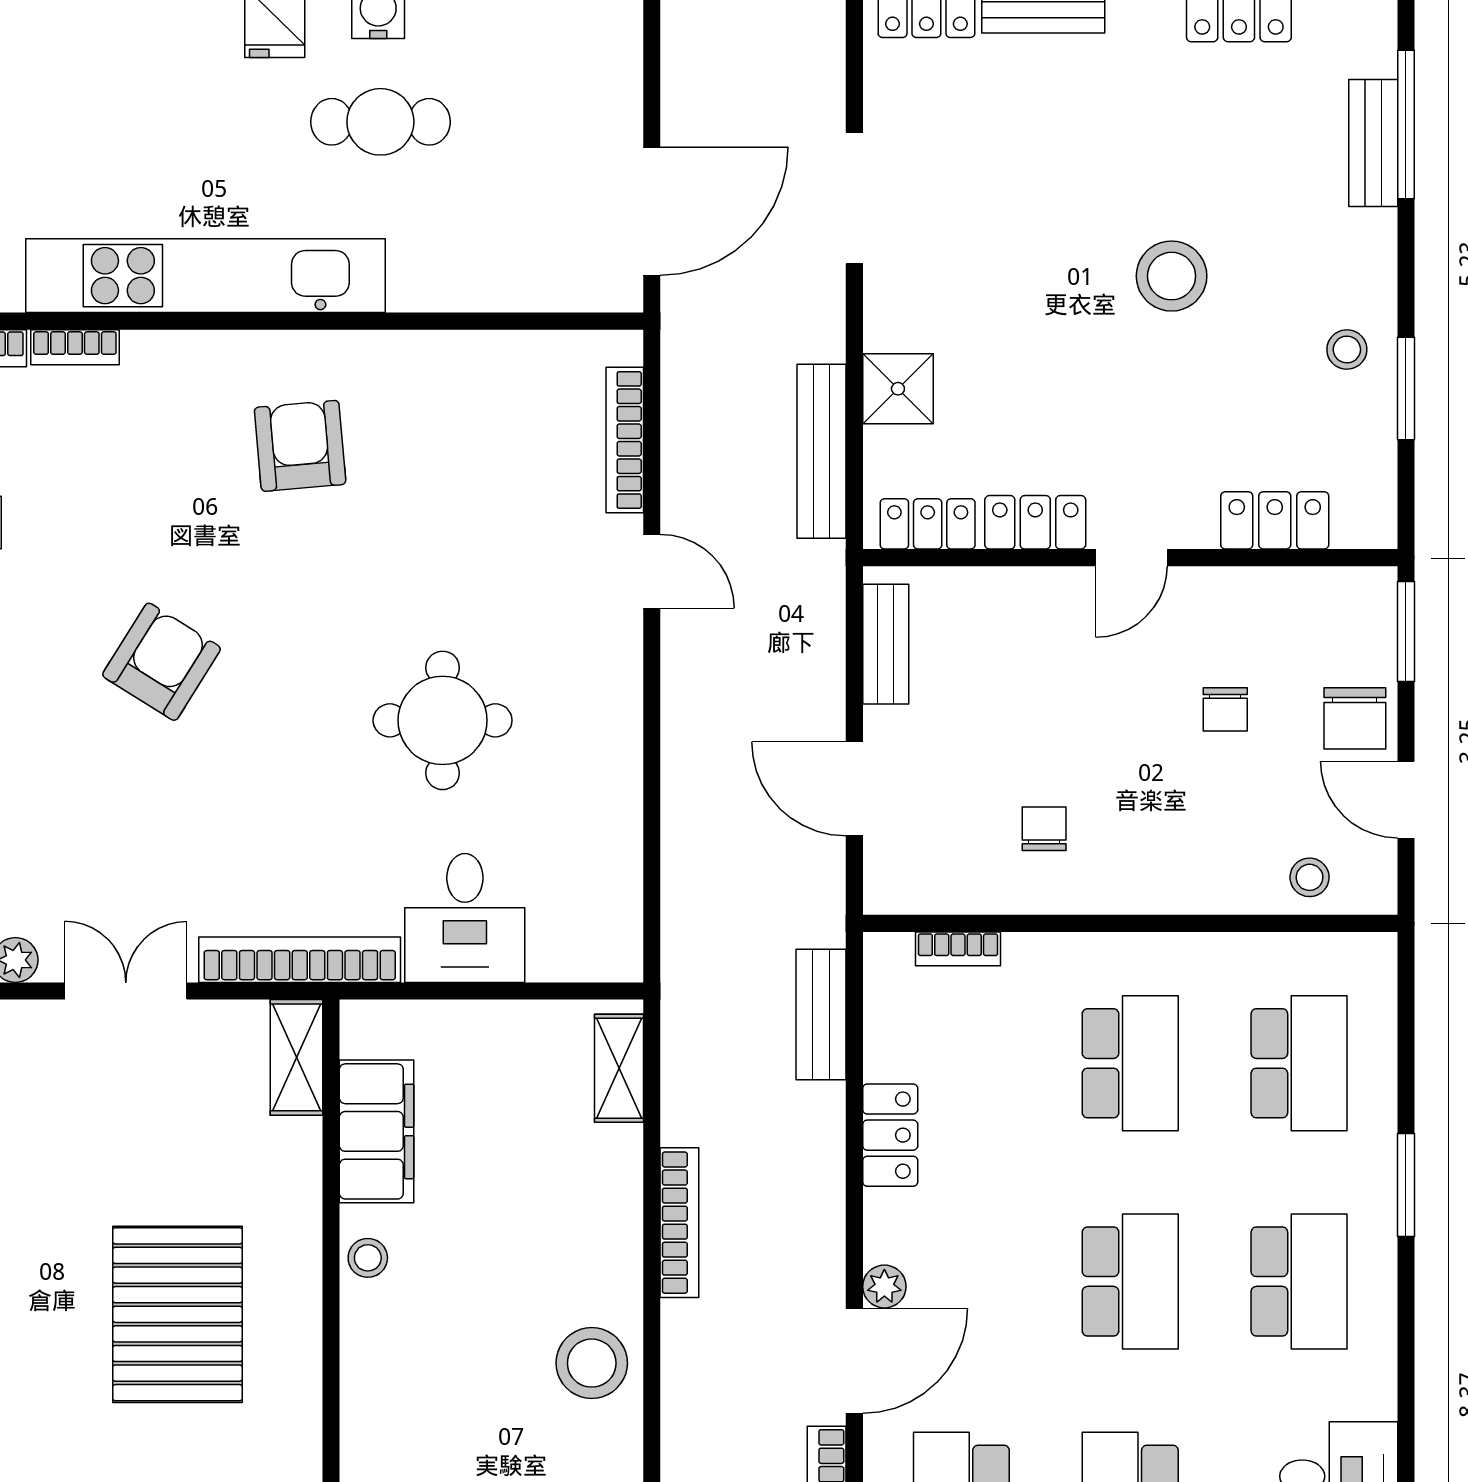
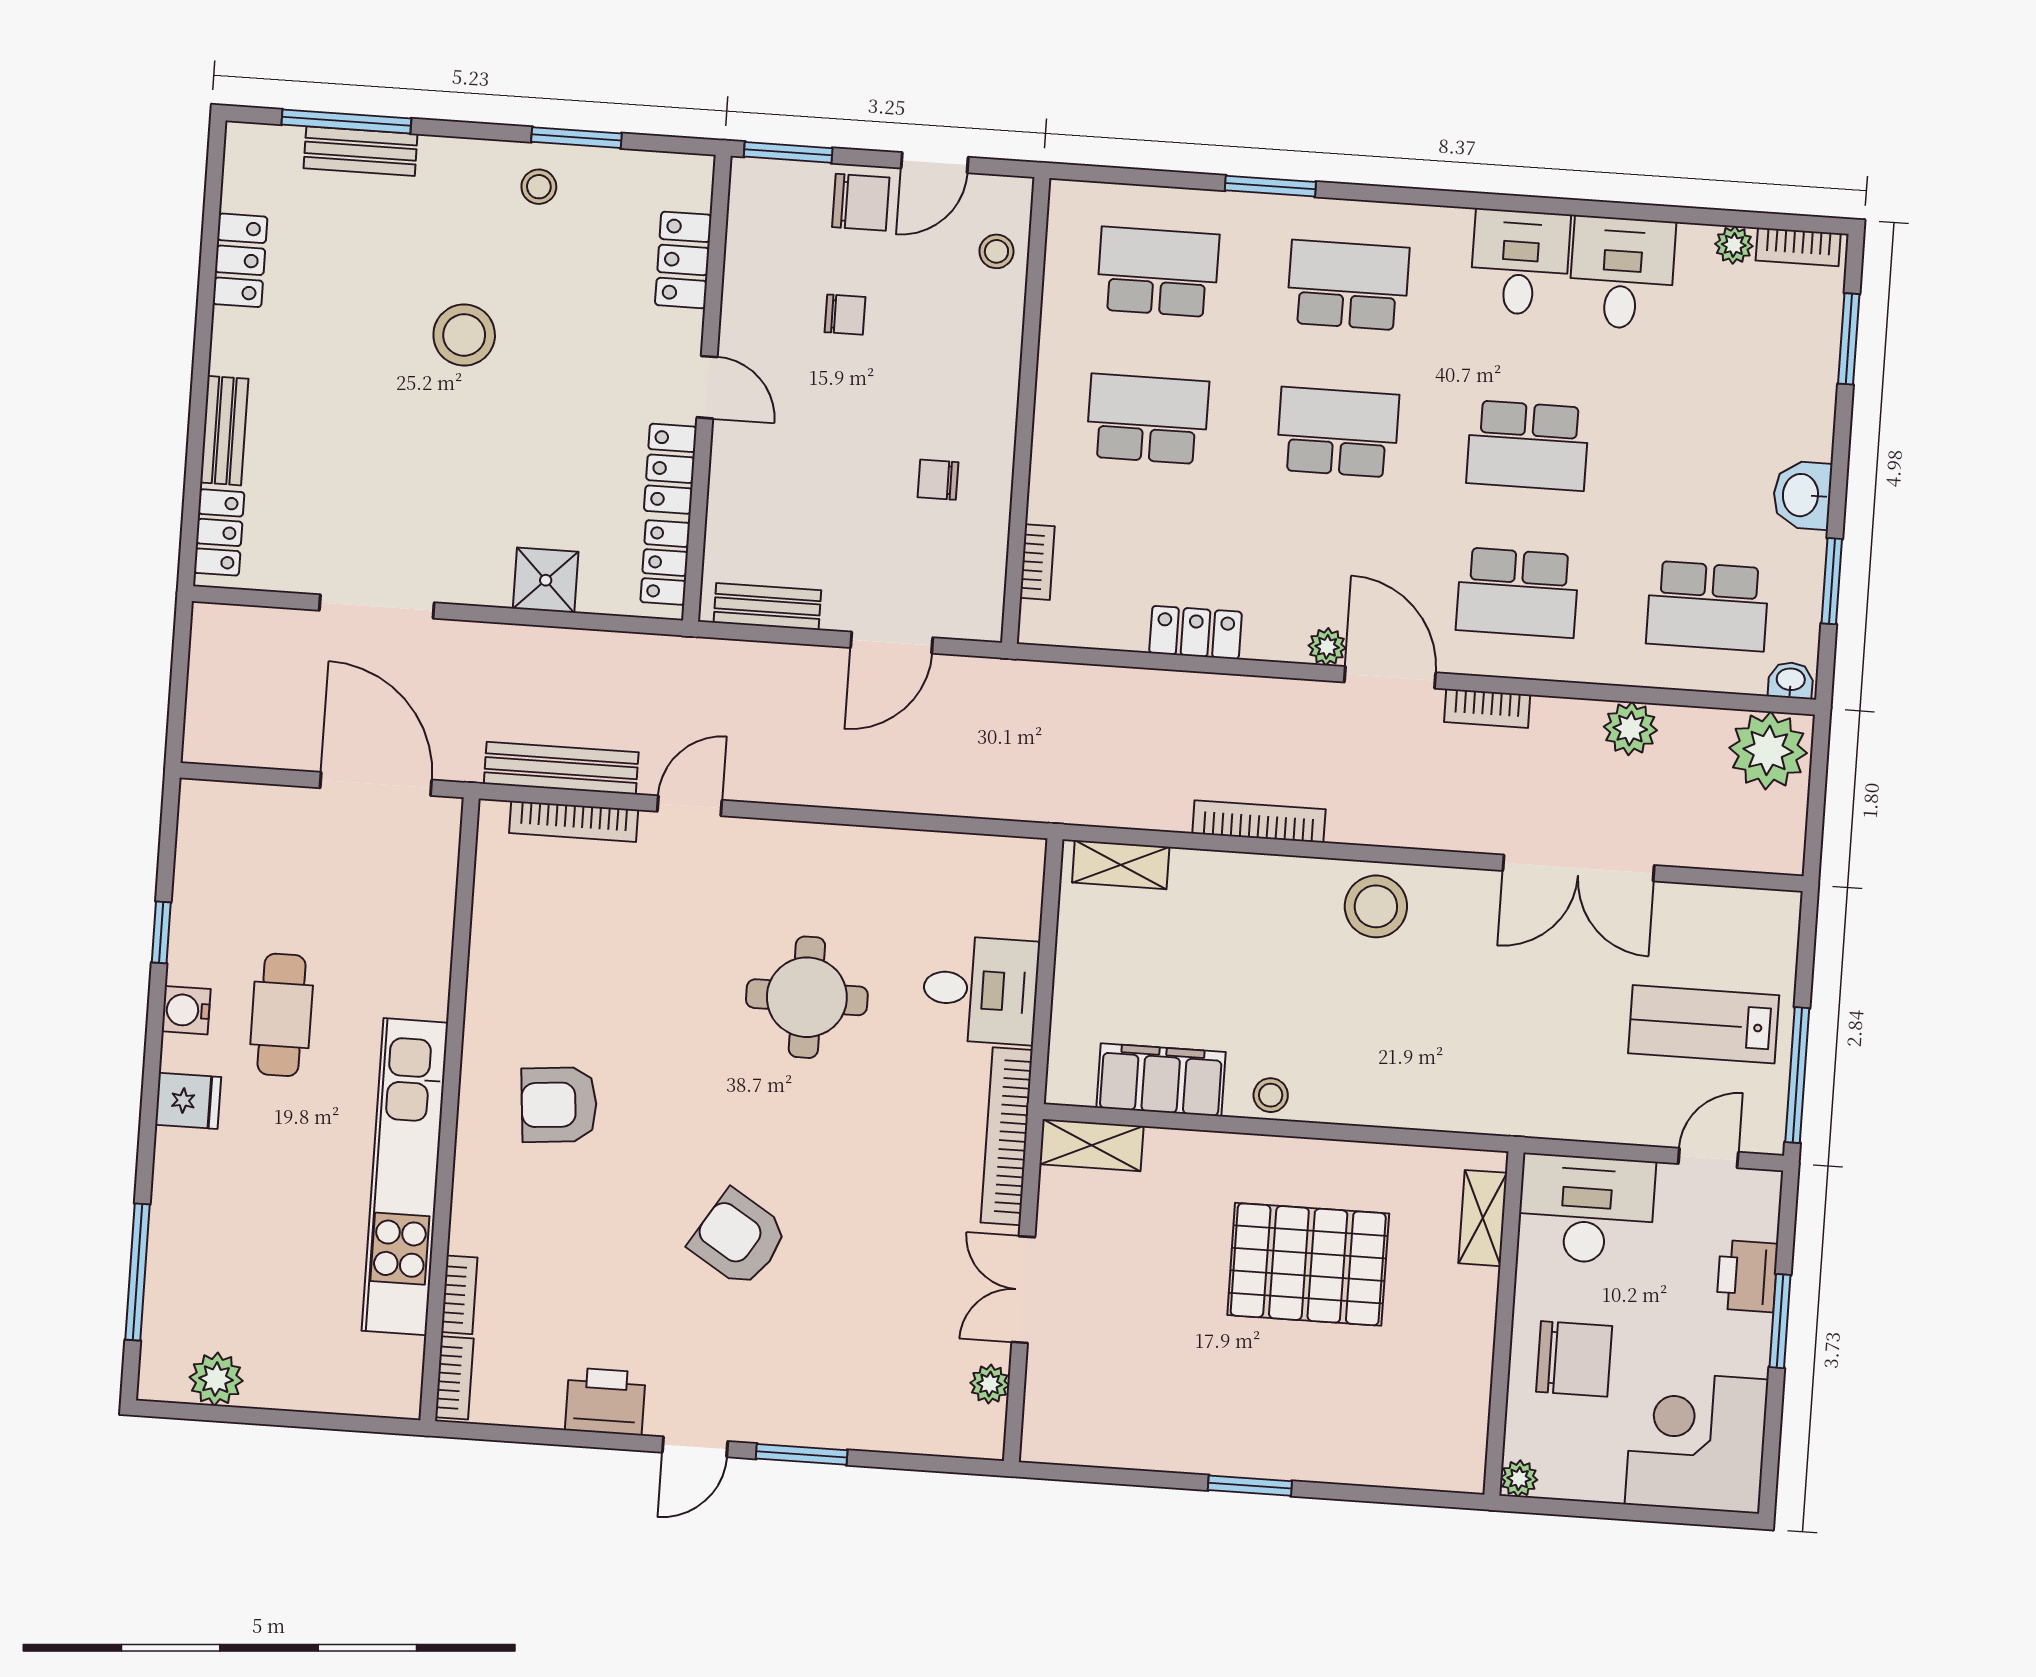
bench: (822, 451) -> (561, 768), moved
bench: (821, 1015) -> (1086, 685), removed

